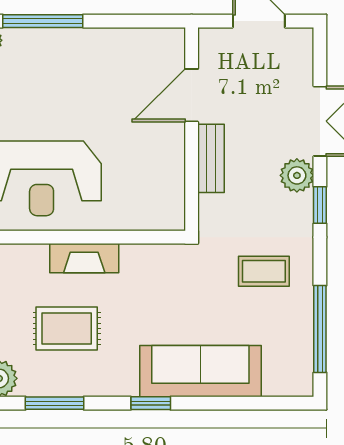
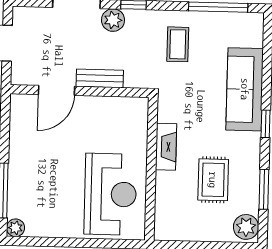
door: (192, 95) -> (56, 90), hinge flipped
fireplace: (84, 258) -> (166, 147), moved

